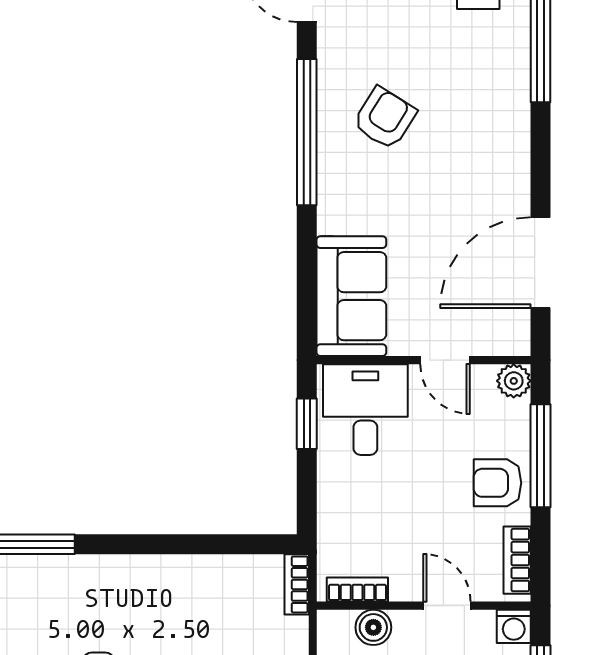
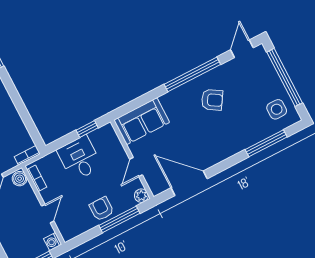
desk: (365, 410) -> (80, 158), moved, turned -90
bookcase: (517, 560) -> (77, 230), removed
boiler: (373, 627) -> (20, 179), moved

